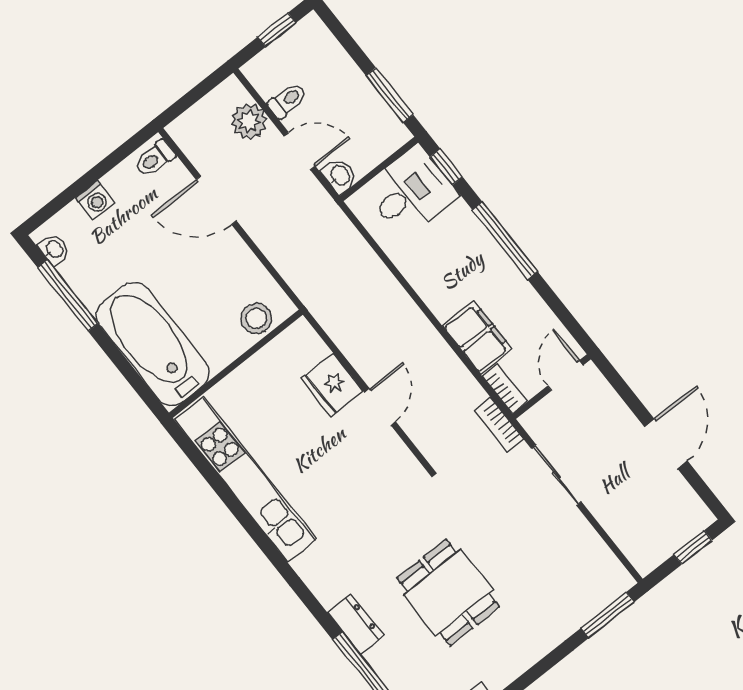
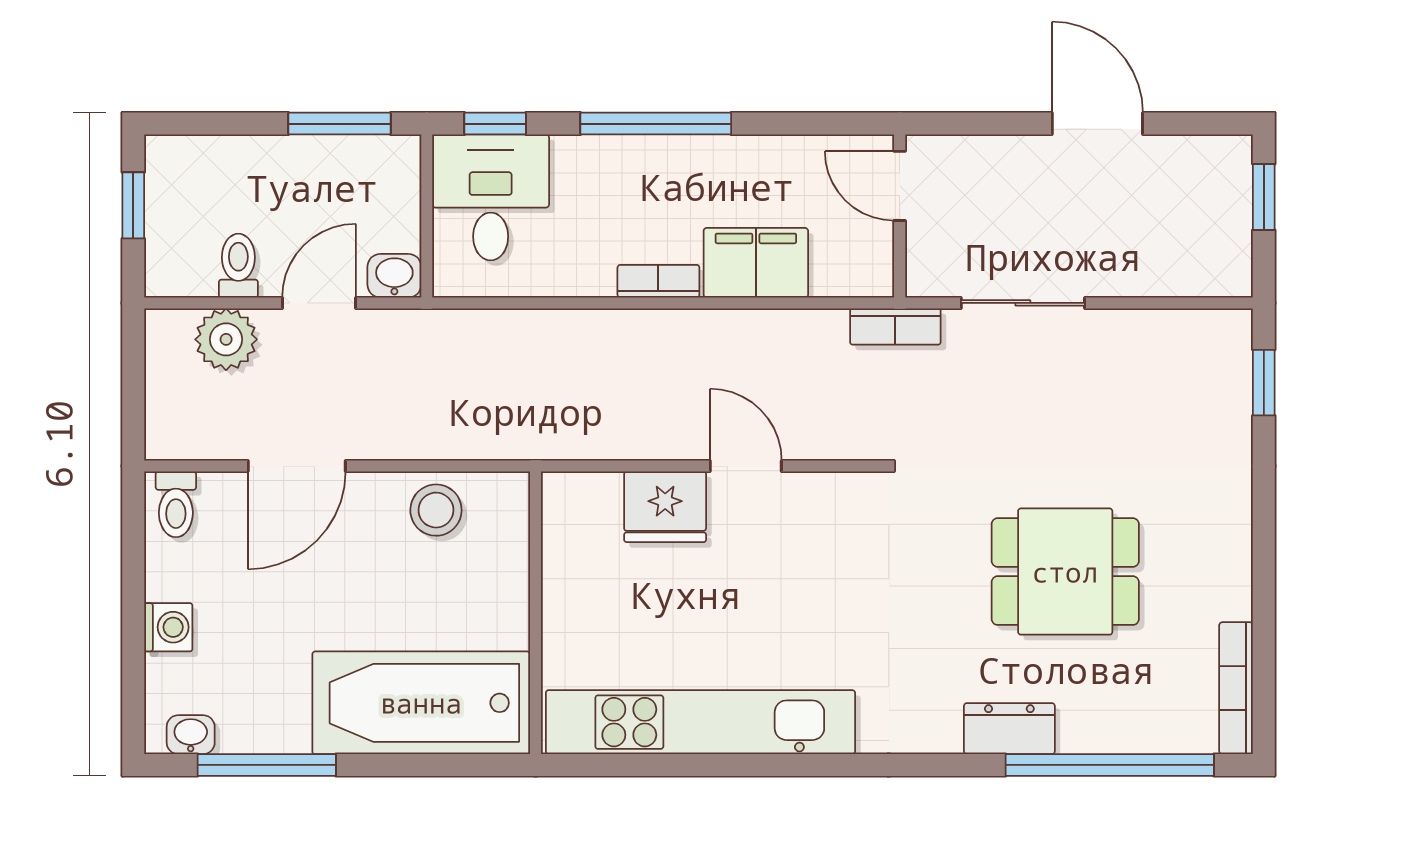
stool: (256, 318) -> (436, 510), moved
bookcase: (504, 389) -> (658, 281), moved
window: (608, 615) -> (1264, 383), width x0.67

